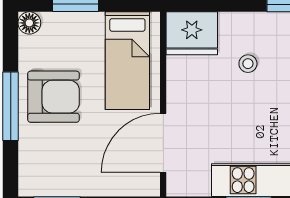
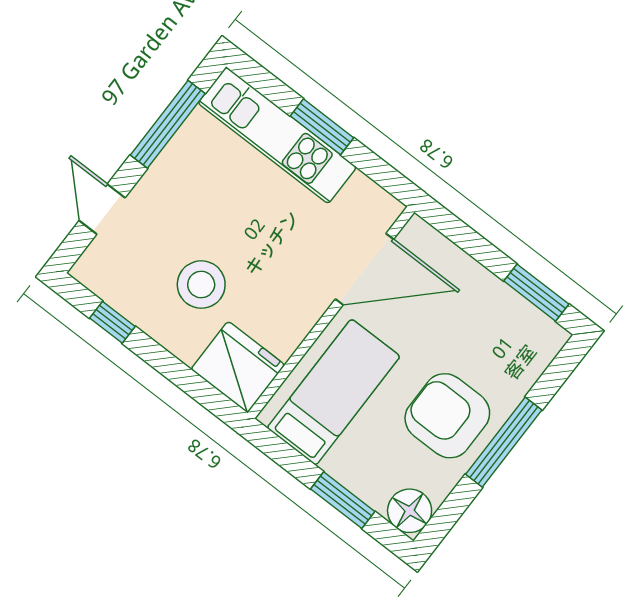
floor lamp: (29, 23) -> (410, 511), width x1.38, depth x1.38
stool: (248, 64) -> (201, 285), width x1.89, depth x1.89

